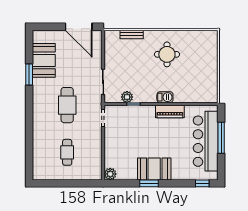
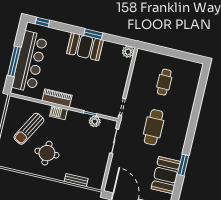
sun lounger: (191, 74) -> (29, 129), added

